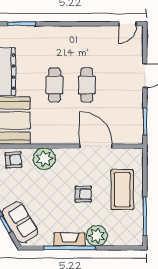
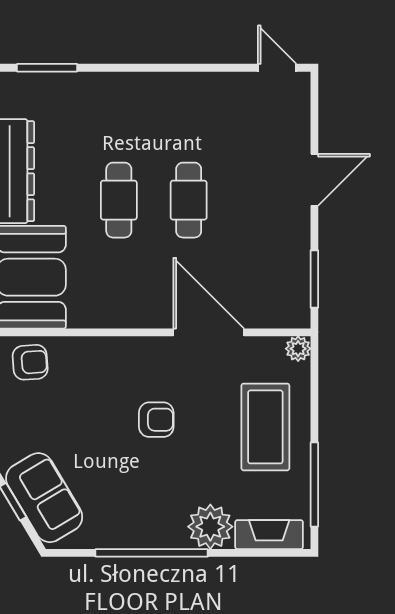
door: (128, 24) -> (277, 68), swing flipped
plant: (44, 159) -> (298, 349), moved, width x0.53, depth x0.53
armchair: (83, 194) -> (156, 420), moved
fireplace: (70, 239) -> (269, 535), moved

